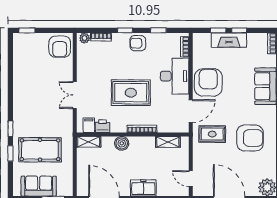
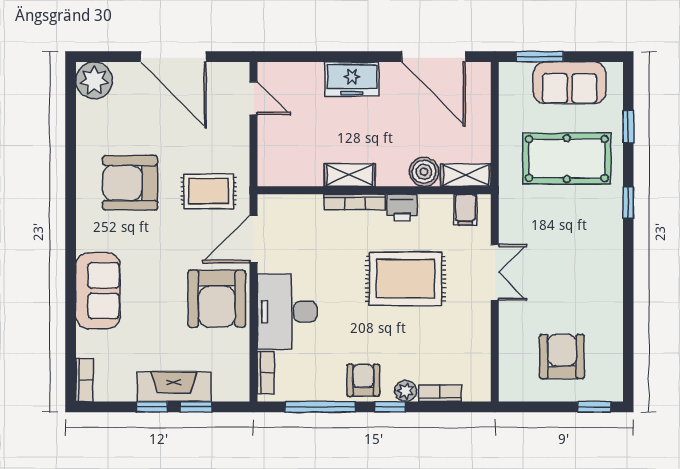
window: (158, 30) -> (320, 407), width x2.17
plant: (85, 38) -> (406, 391), moved
armchair: (138, 43) -> (363, 380), turned -90
armchair: (60, 47) -> (562, 356), moved
rug: (131, 93) -> (406, 279), moved
printer: (102, 126) -> (402, 208), moved
shelving: (168, 142) -> (350, 175), moved
boiler: (122, 143) -> (424, 172), moved
window: (10, 153) -> (628, 127), moved

